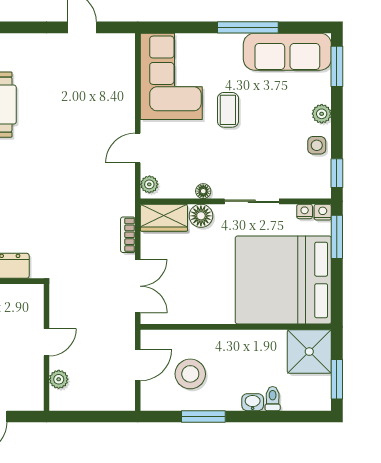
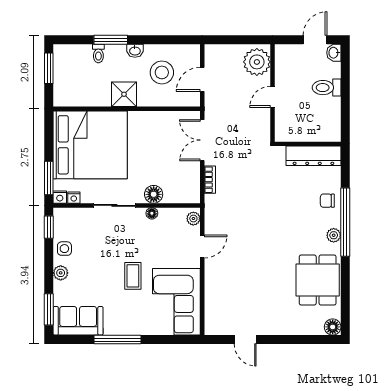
sofa: (287, 52) -> (78, 321), width x0.73
wardrobe: (164, 218) -> (182, 193), removed
shower: (309, 352) -> (124, 94), moved, width x0.73, depth x0.73
plant: (59, 379) -> (257, 62), width x1.88, depth x1.88
washbasin: (253, 402) -> (135, 51), moved
window: (203, 416) -> (111, 40), moved

